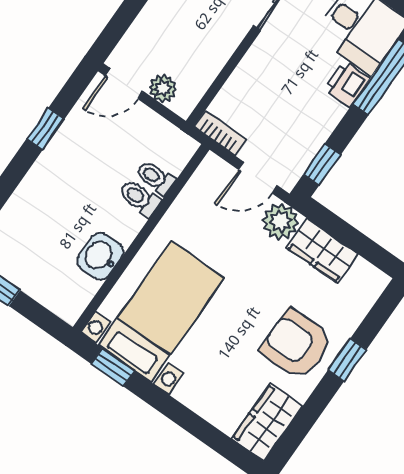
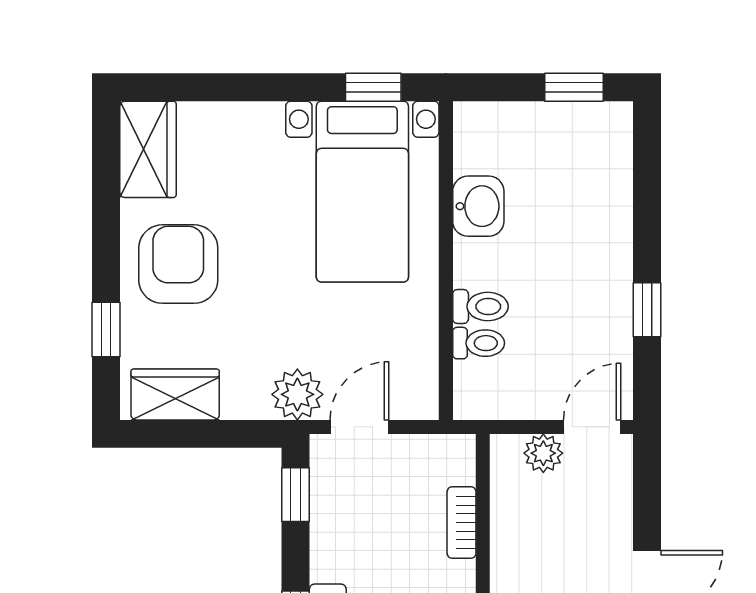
bookcase: (220, 133) -> (462, 523), moved, turned 90
wardrobe: (323, 251) -> (175, 394), moved
armchair: (296, 344) -> (178, 264), turned -90
window: (347, 360) -> (106, 329), moved

